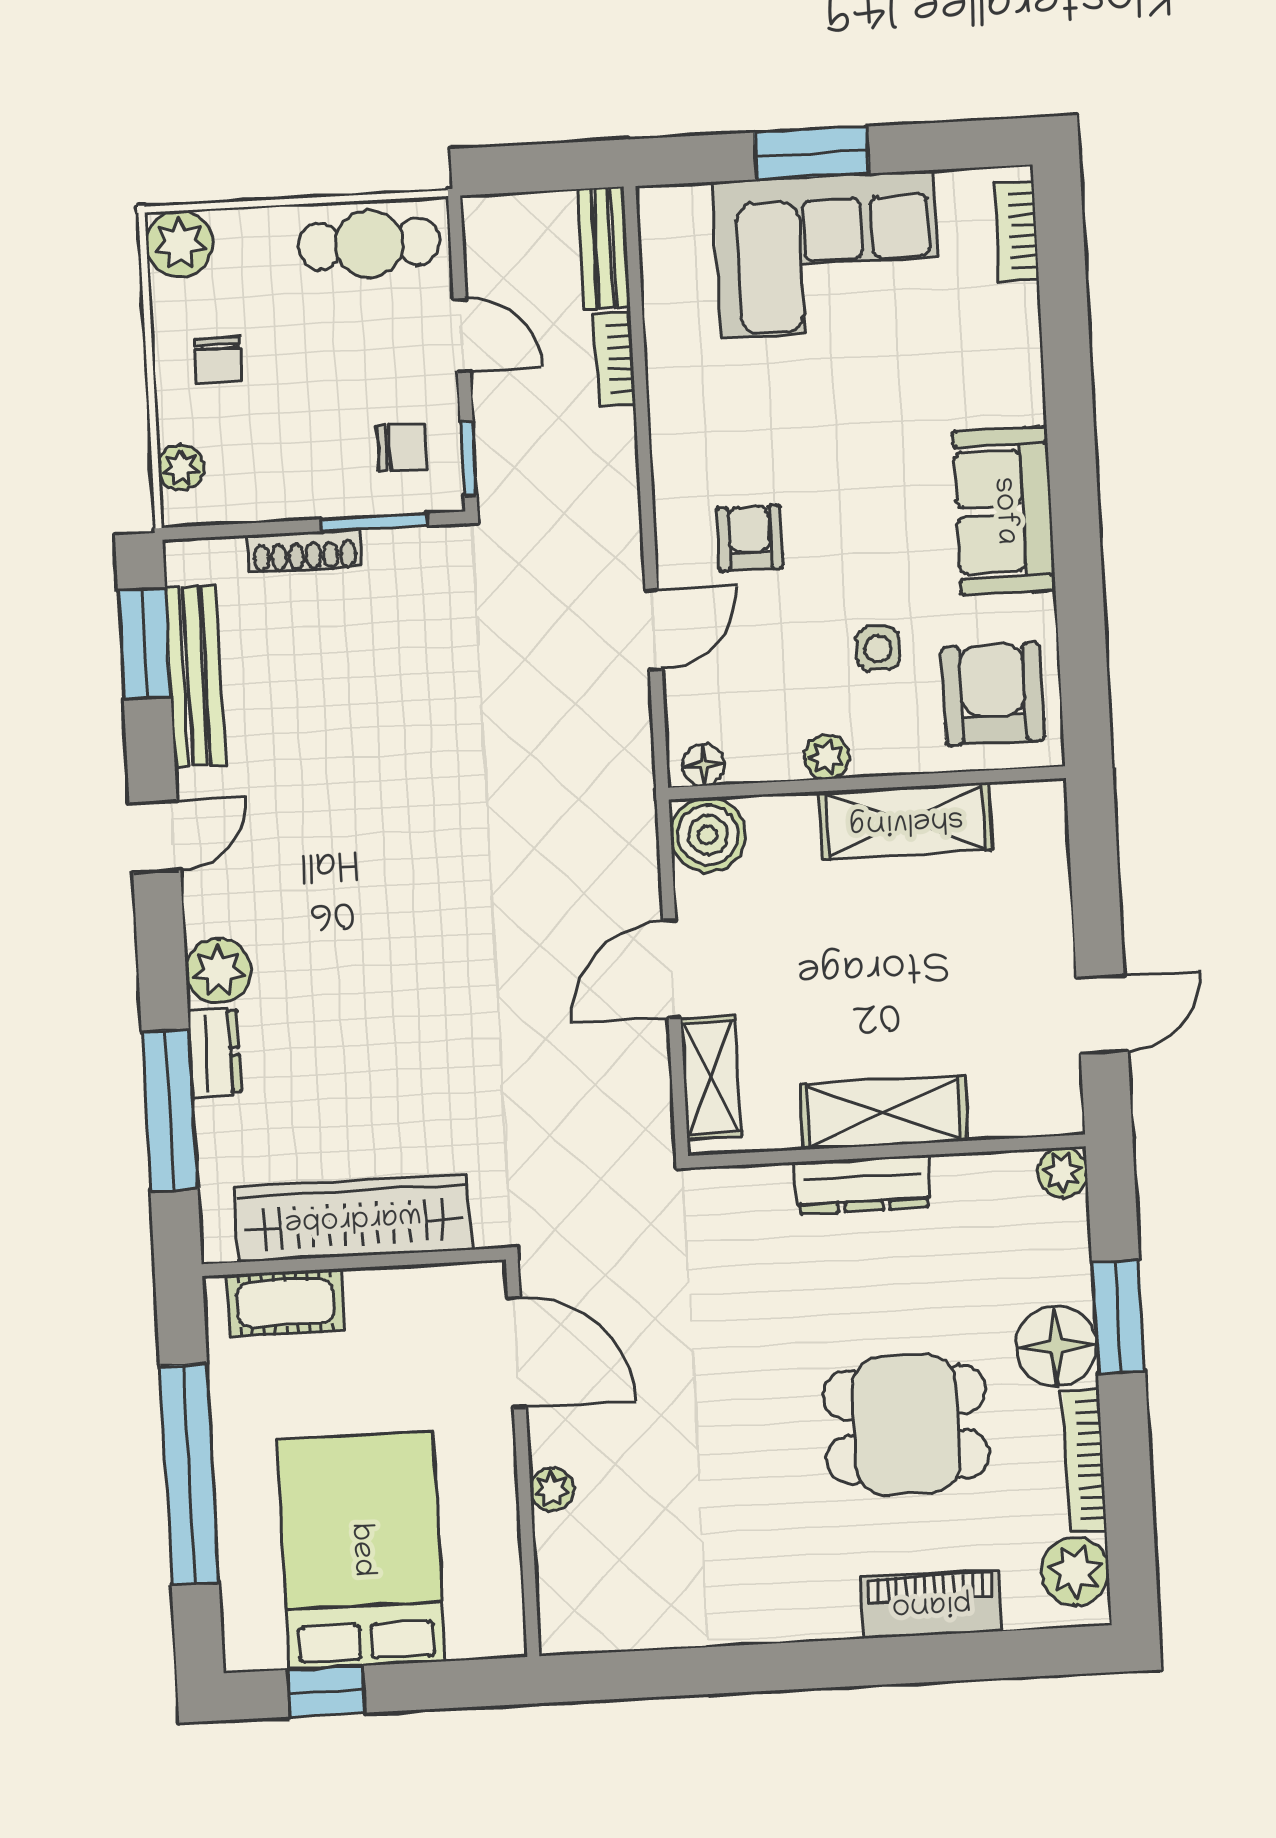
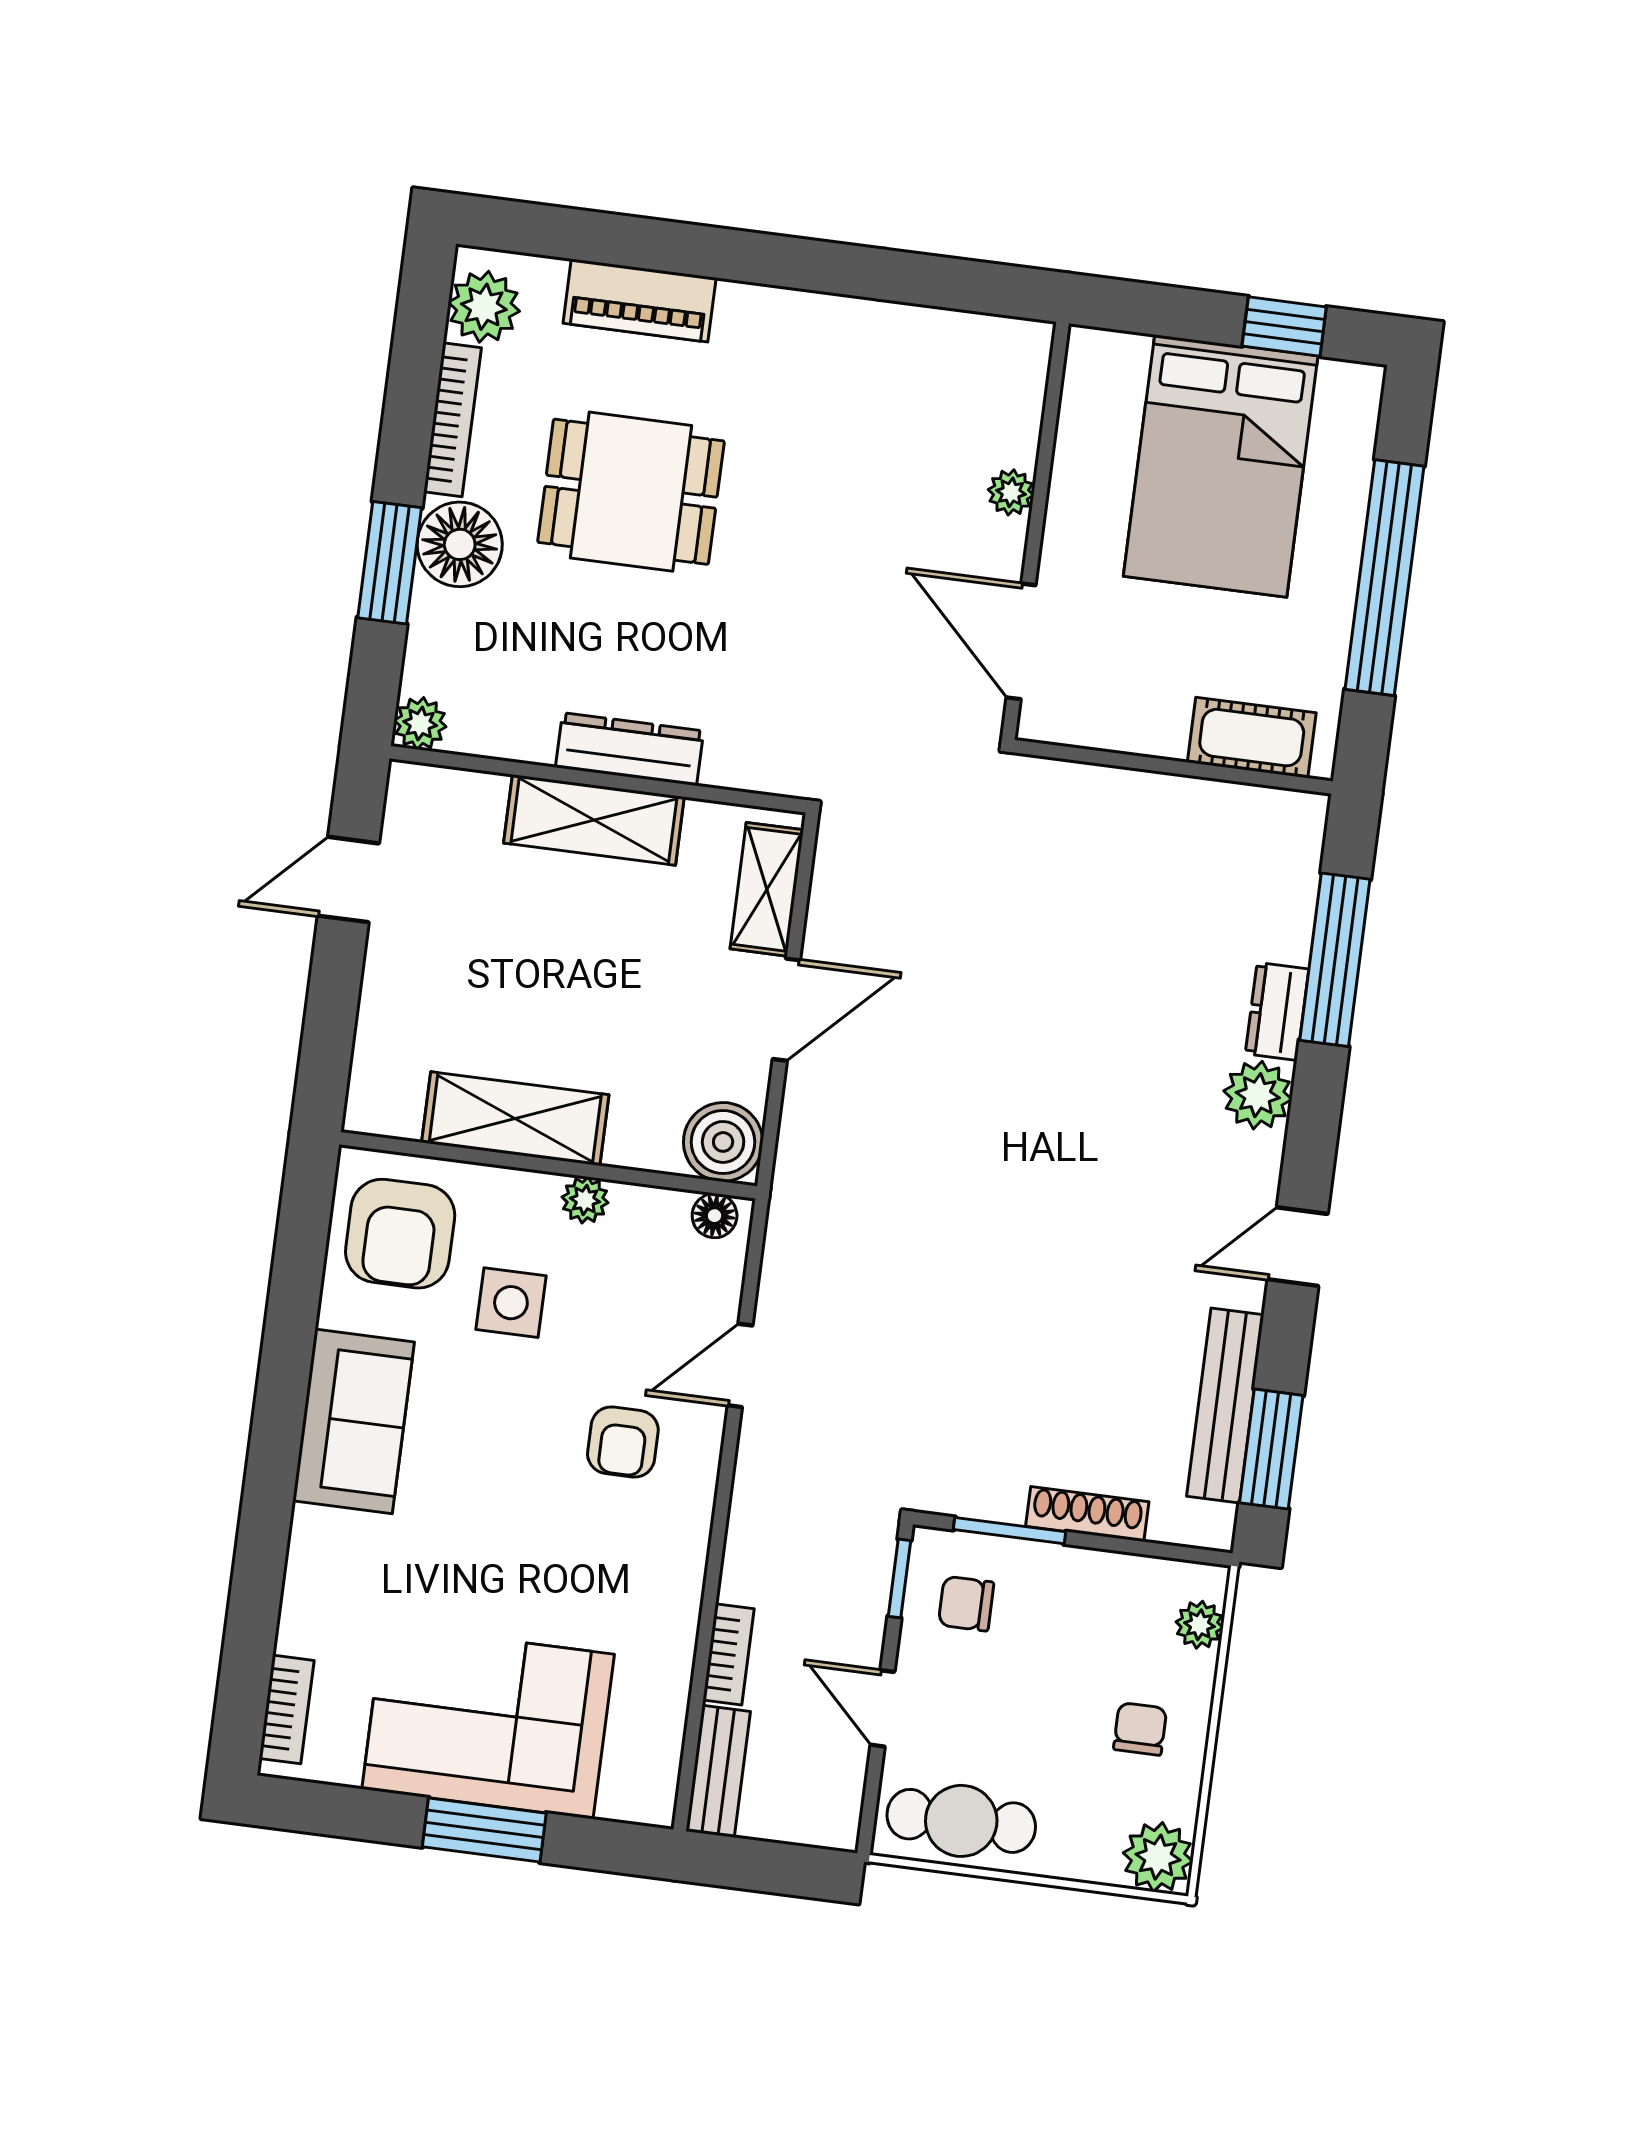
side table: (878, 649) -> (511, 1303), width x1.37, depth x1.37
wardrobe: (353, 1218) -> (1165, 812), removed

